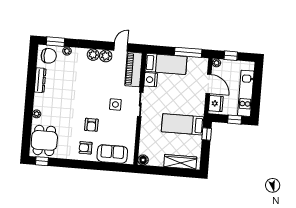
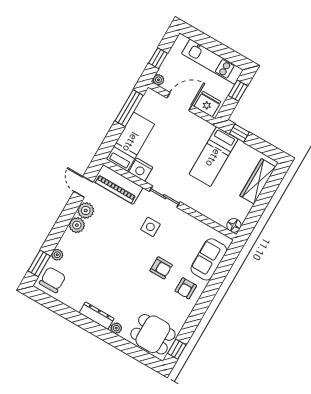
dresser: (40, 80) -> (97, 316), moved

